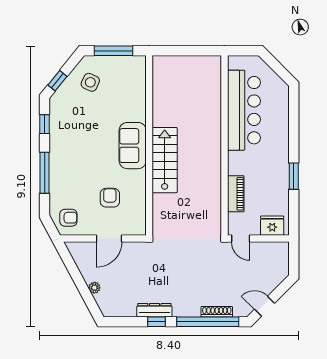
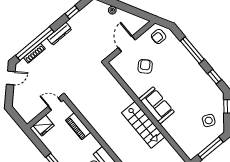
stairs: (165, 160) -> (143, 125), moved
armchair: (110, 198) -> (145, 66), turned -134
dresser: (154, 310) -> (59, 34), moved
window: (157, 322) -> (72, 12), moved

